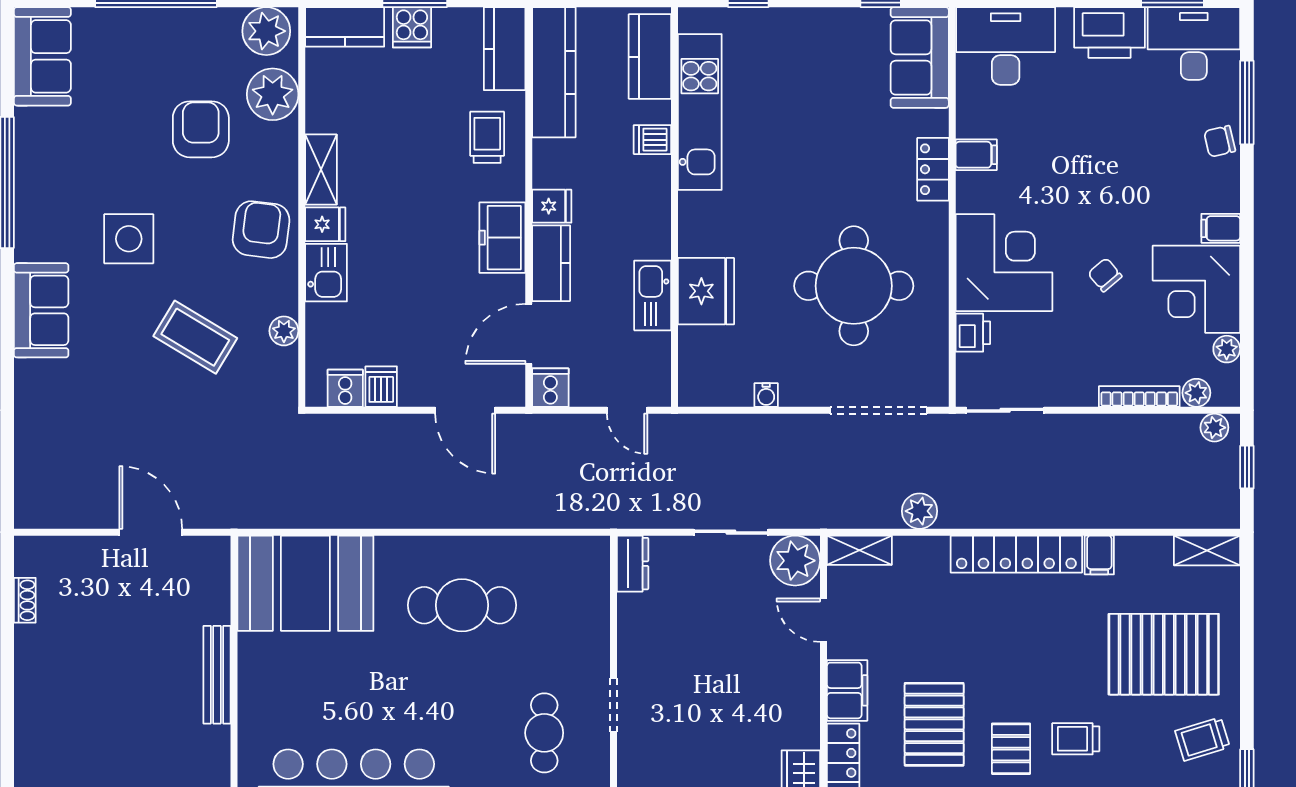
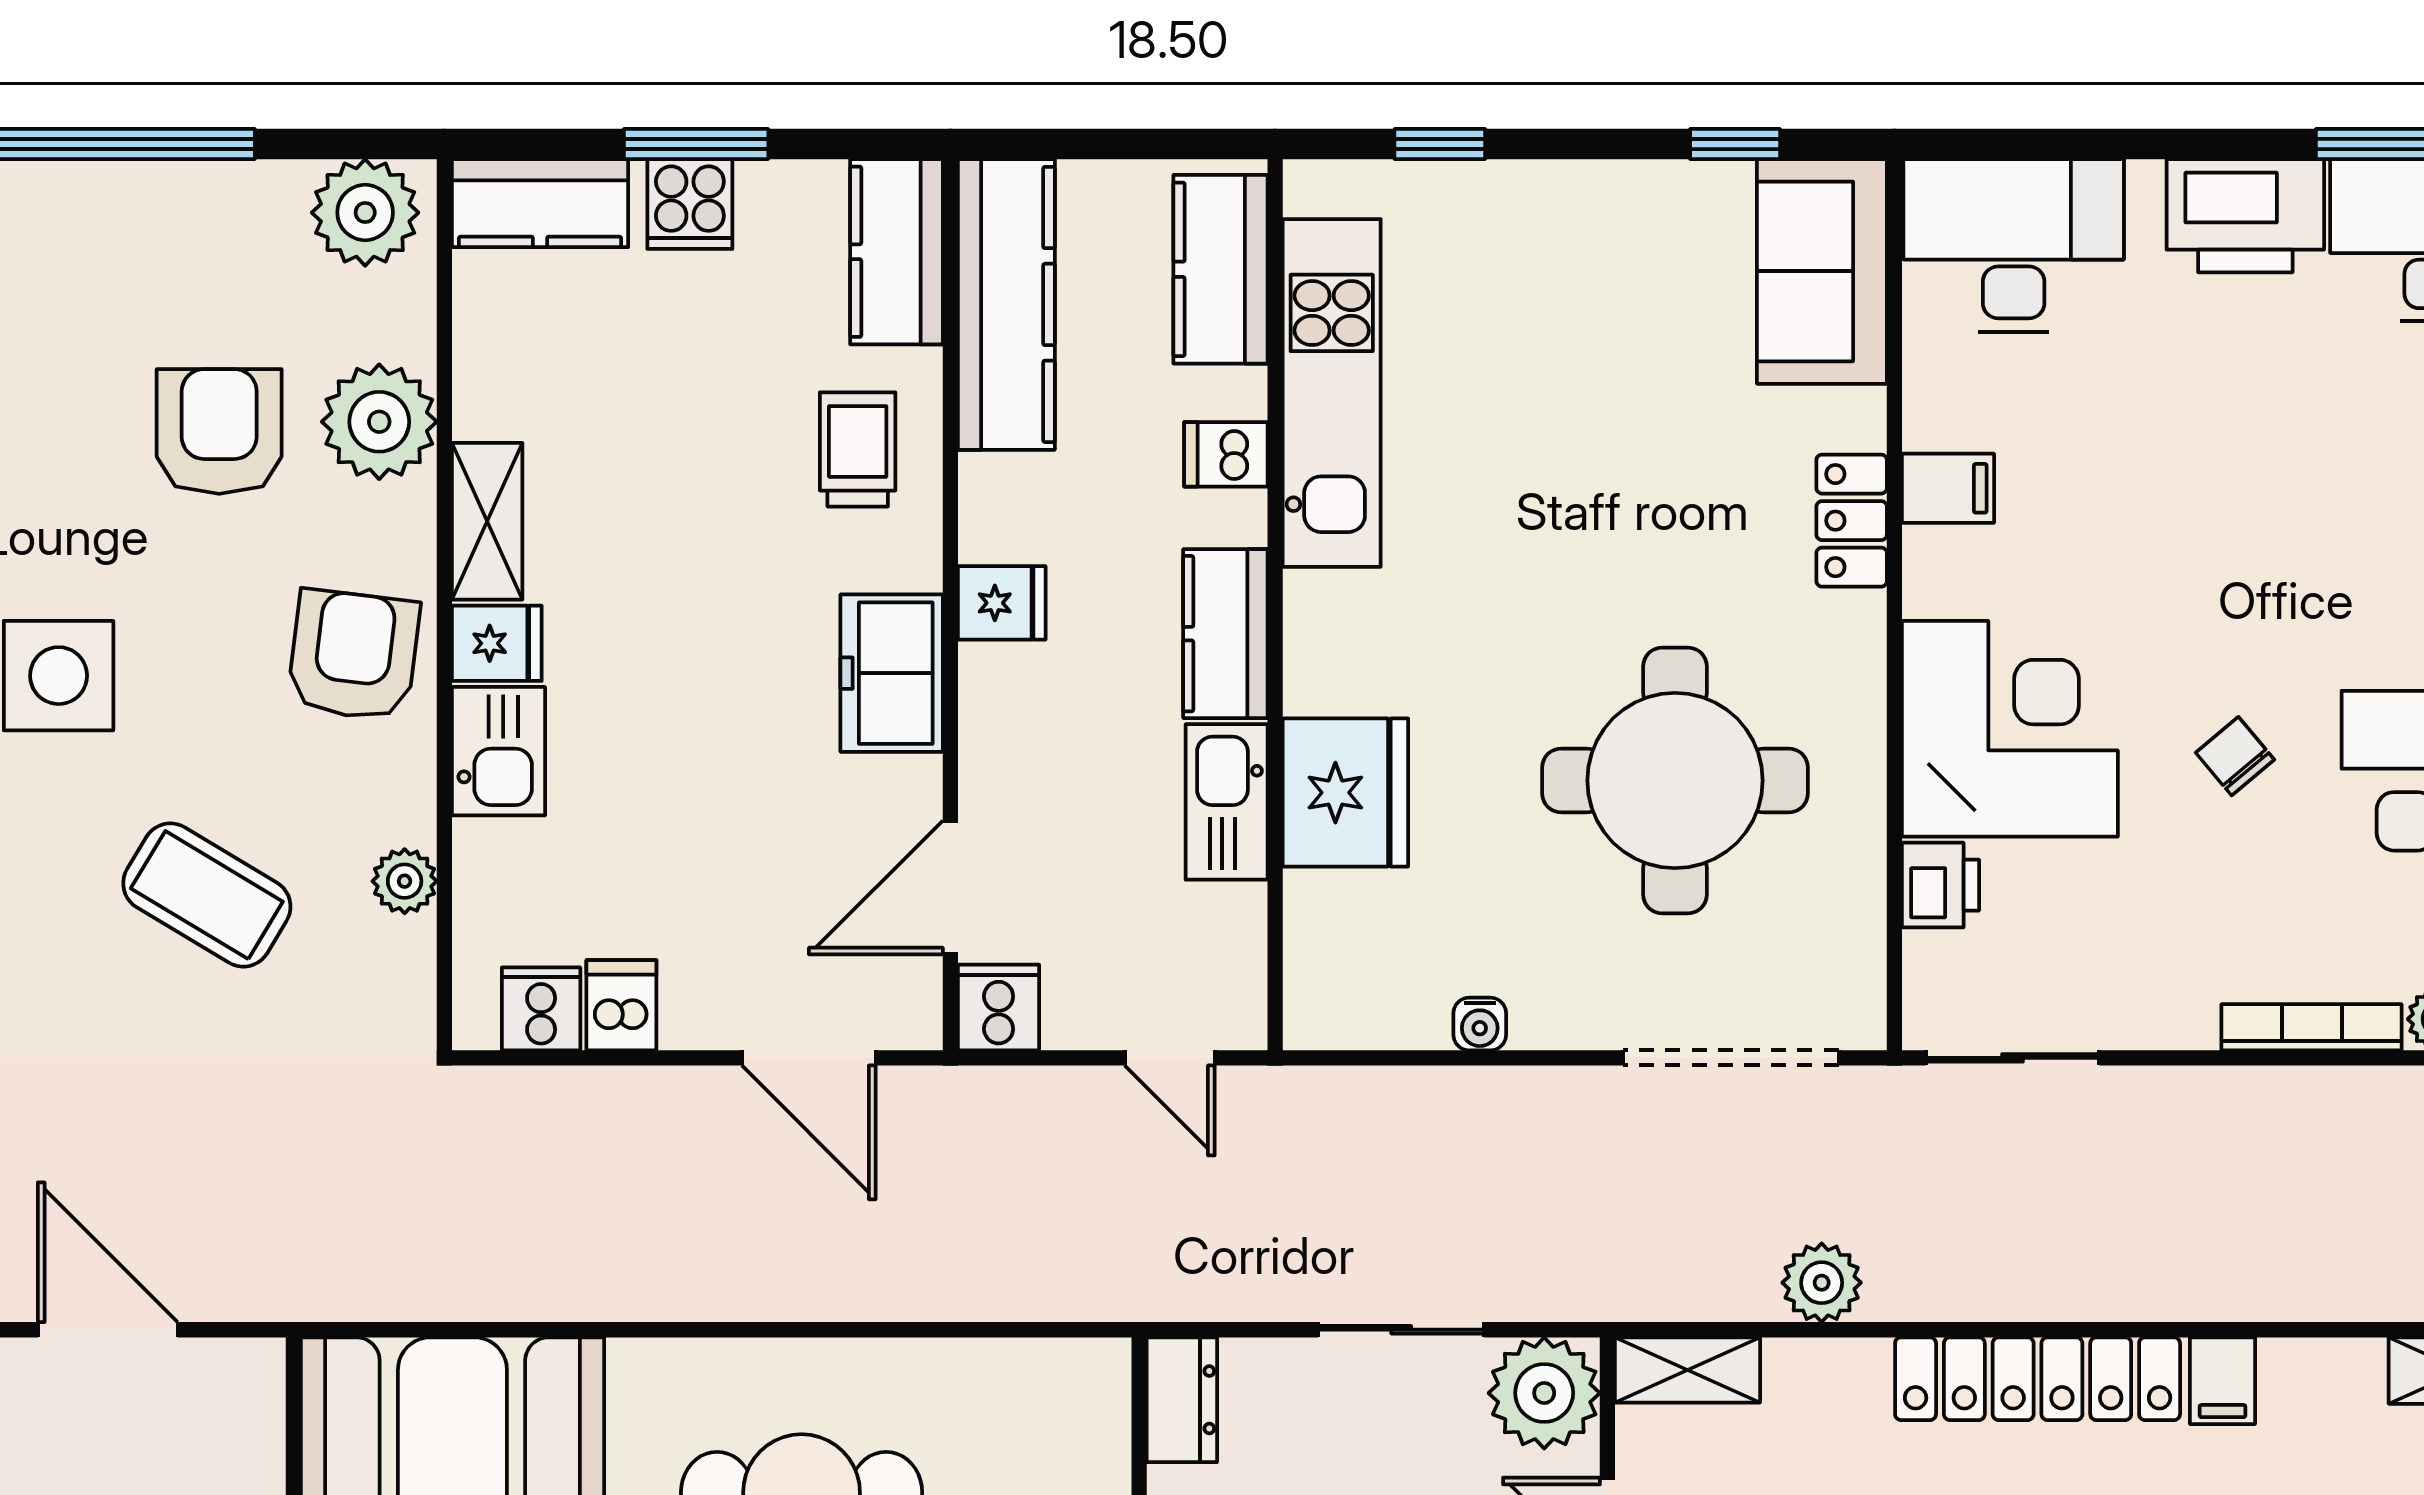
plant: (273, 94) -> (379, 422), moved
kitchen counter: (551, 263) -> (1225, 634), moved, turned 180

